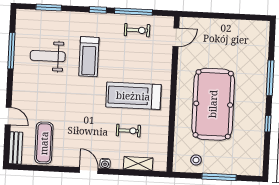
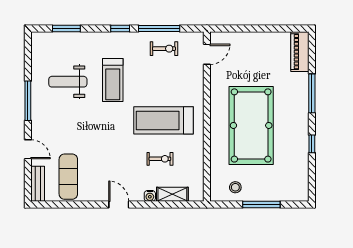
piano: (261, 39) -> (300, 52), added
window: (11, 51) -> (28, 101), moved
water cooler: (105, 163) -> (150, 196), moved

